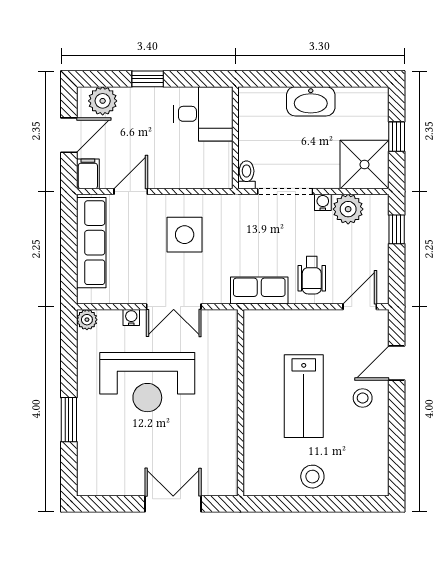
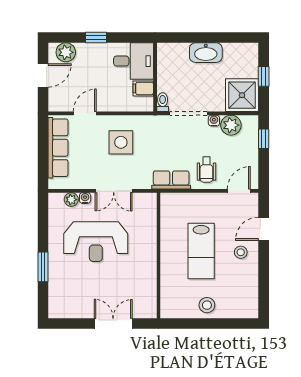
filing cabinet: (88, 174) -> (143, 88), moved, turned -90
plant: (87, 320) -> (71, 200), moved

